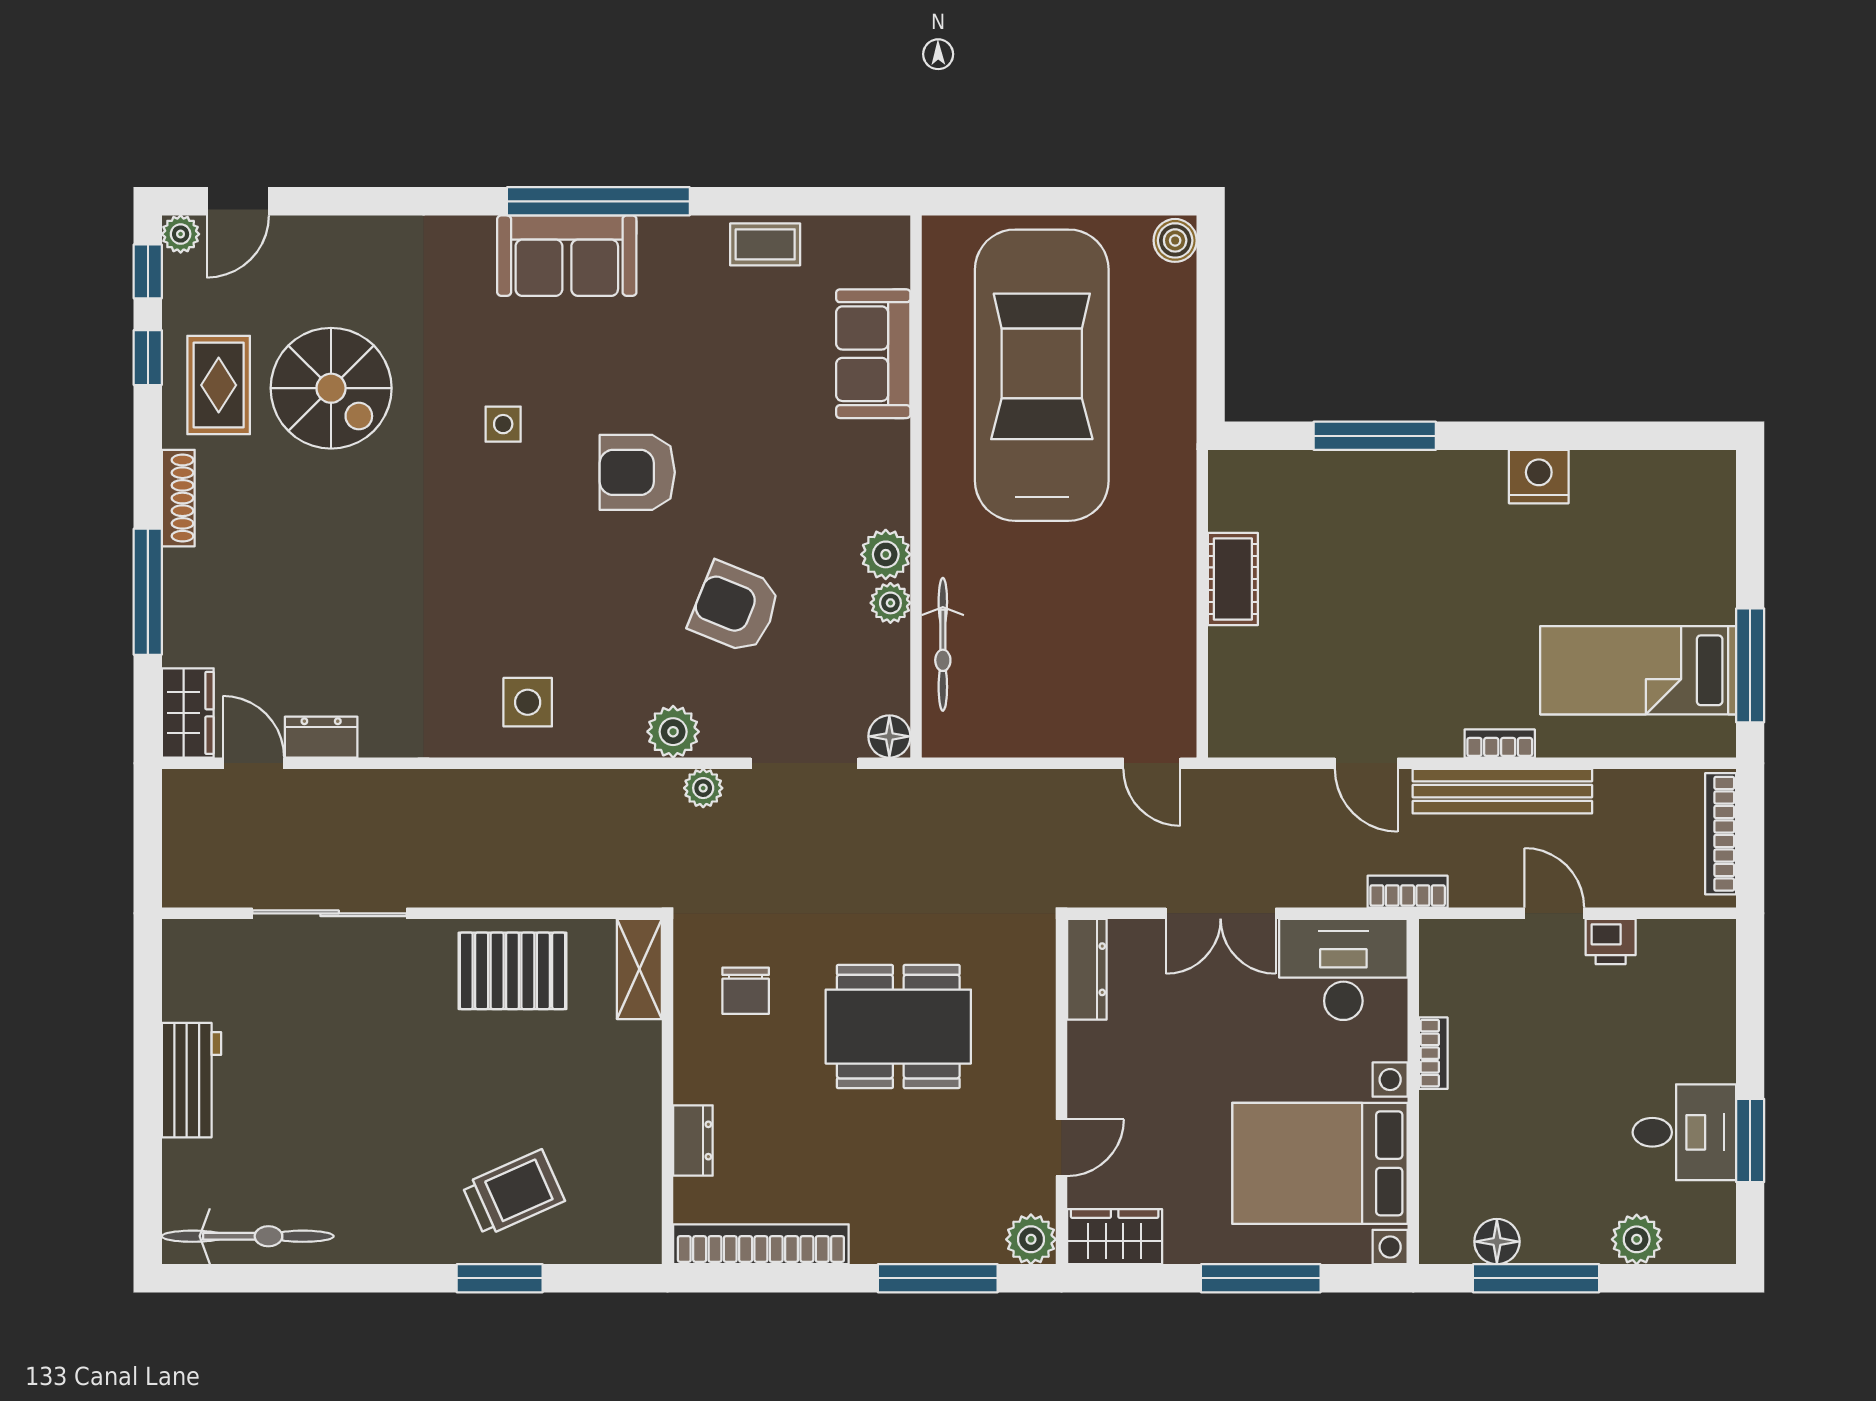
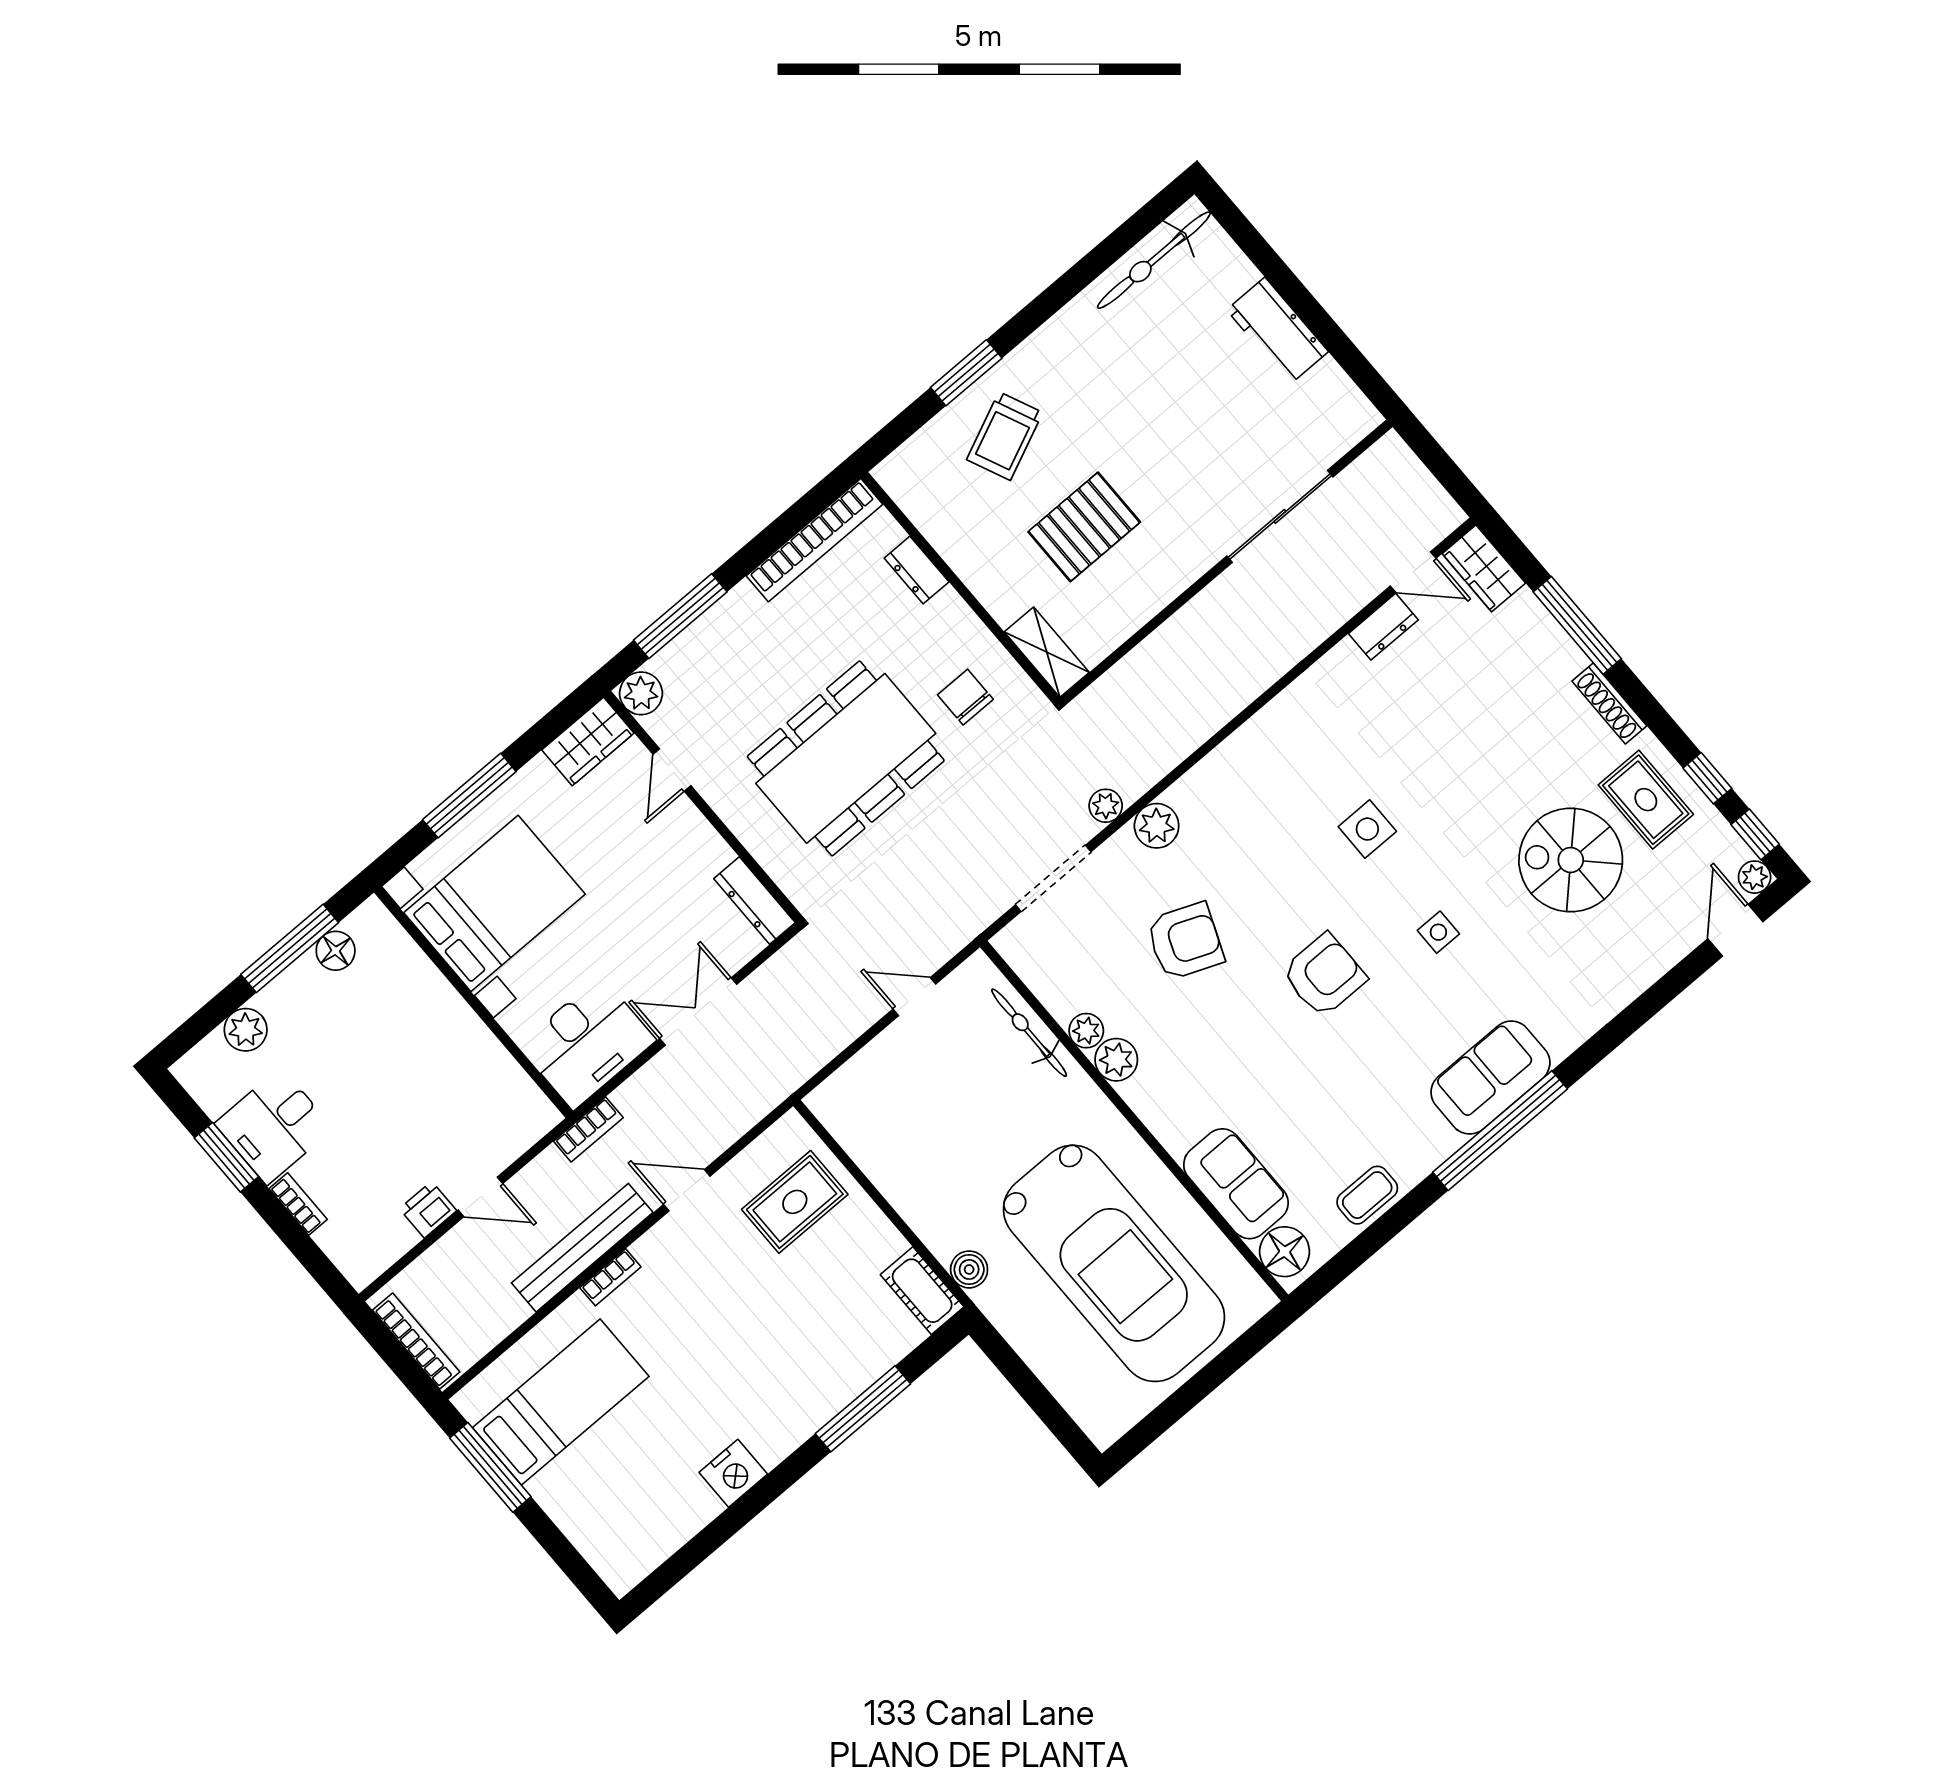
boiler: (1175, 240) -> (969, 1269), moved
cot: (1233, 579) -> (922, 1291), moved
rug: (1279, 671) -> (795, 1202), added
side table: (528, 702) -> (1367, 829), moved
floor lamp: (889, 736) -> (1285, 1252), moved, width x1.38, depth x1.38
door: (1152, 763) -> (914, 997), moved
pallet: (512, 971) -> (1084, 527), moved
dining table: (898, 1027) -> (846, 758), width x1.36, depth x1.24
bookcase: (1433, 1053) -> (298, 1204), moved, turned 180

